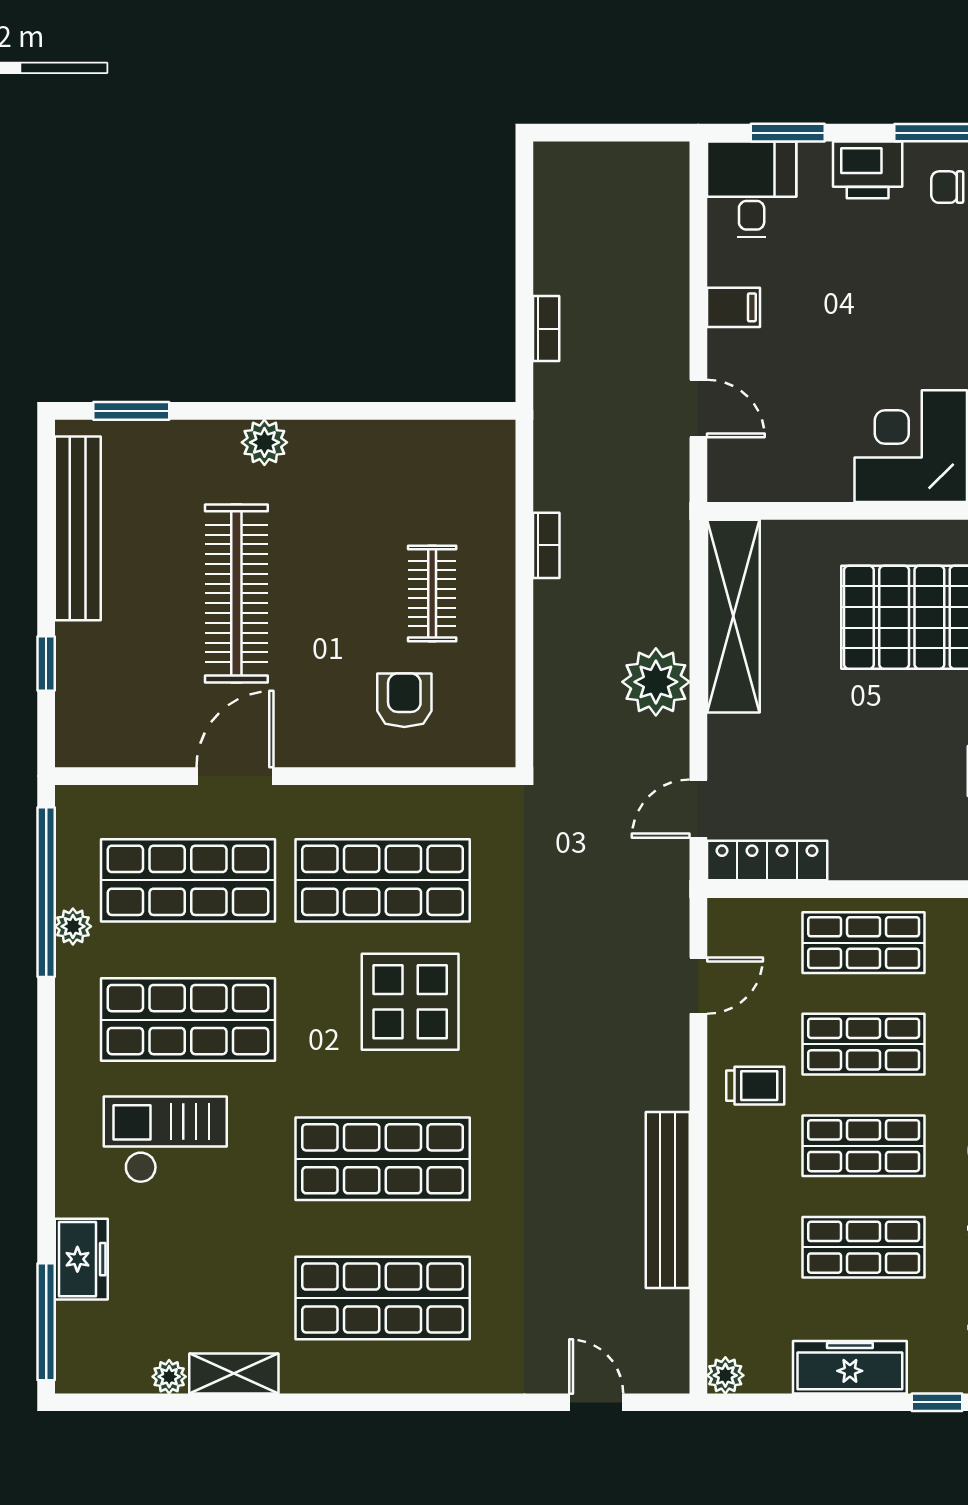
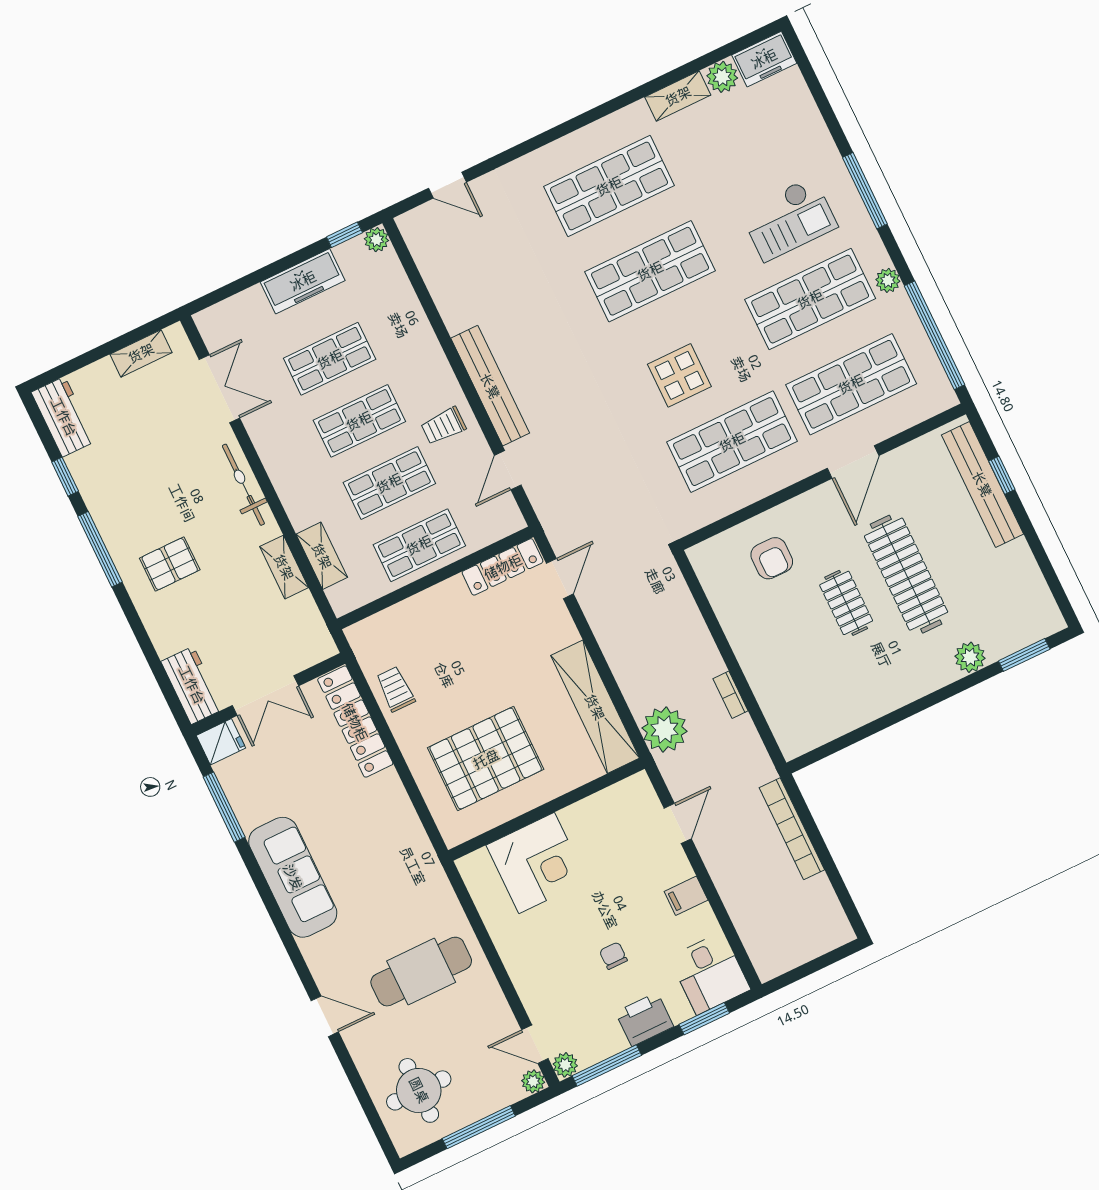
chair: (947, 187) -> (613, 956), moved, turned -90
bookcase: (546, 329) -> (792, 829), width x2.31, depth x1.31
door: (698, 408) -> (678, 823), swing flipped
plant: (264, 442) -> (970, 657), moved
bench: (78, 528) -> (982, 484), moved
clothes rail: (432, 593) -> (846, 603), moved
plant: (656, 682) -> (665, 730), moved
plant: (73, 926) -> (888, 280), moved
display table: (410, 1002) -> (679, 375), width x0.73, depth x0.73
bench: (668, 1200) -> (490, 386), moved
freezer: (81, 1259) -> (764, 59), moved, turned -90
window: (46, 1322) -> (865, 191), moved
plant: (169, 1377) -> (722, 77), width x1.38, depth x1.38
window: (937, 1402) -> (344, 235), moved

